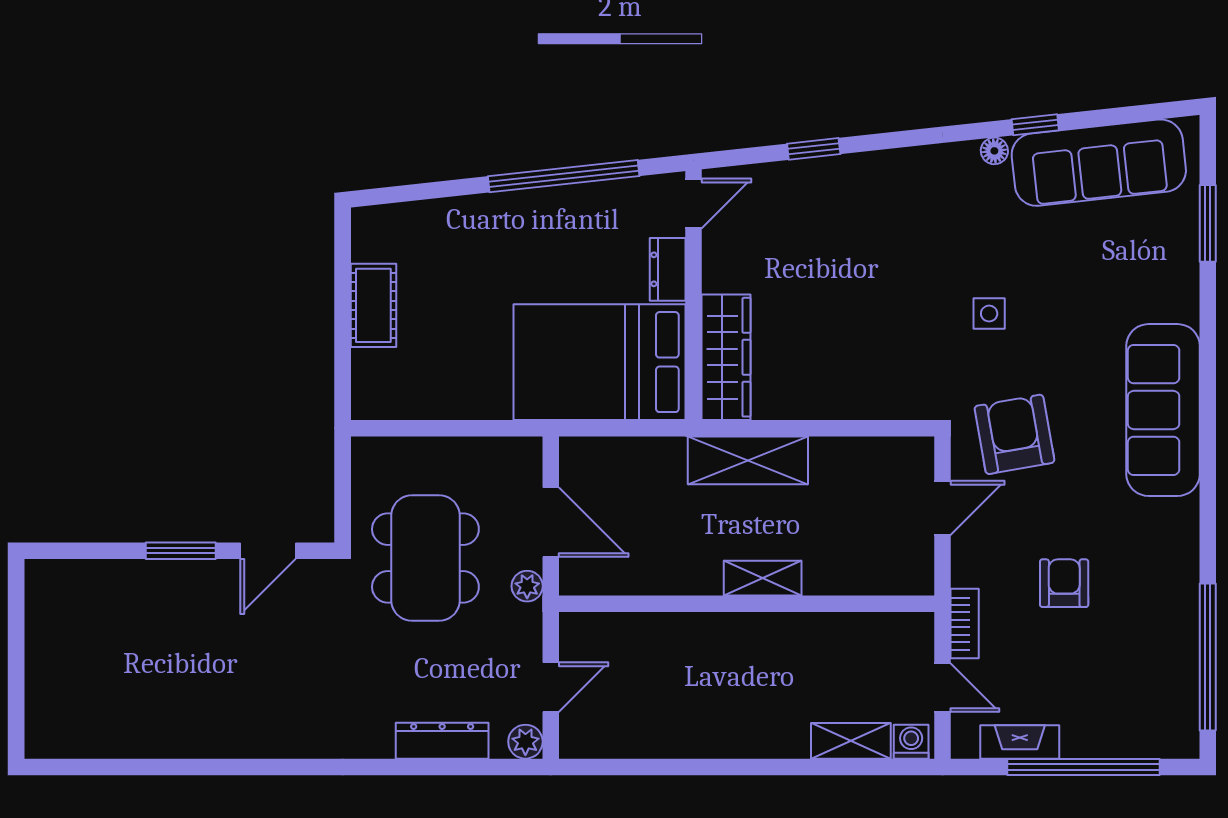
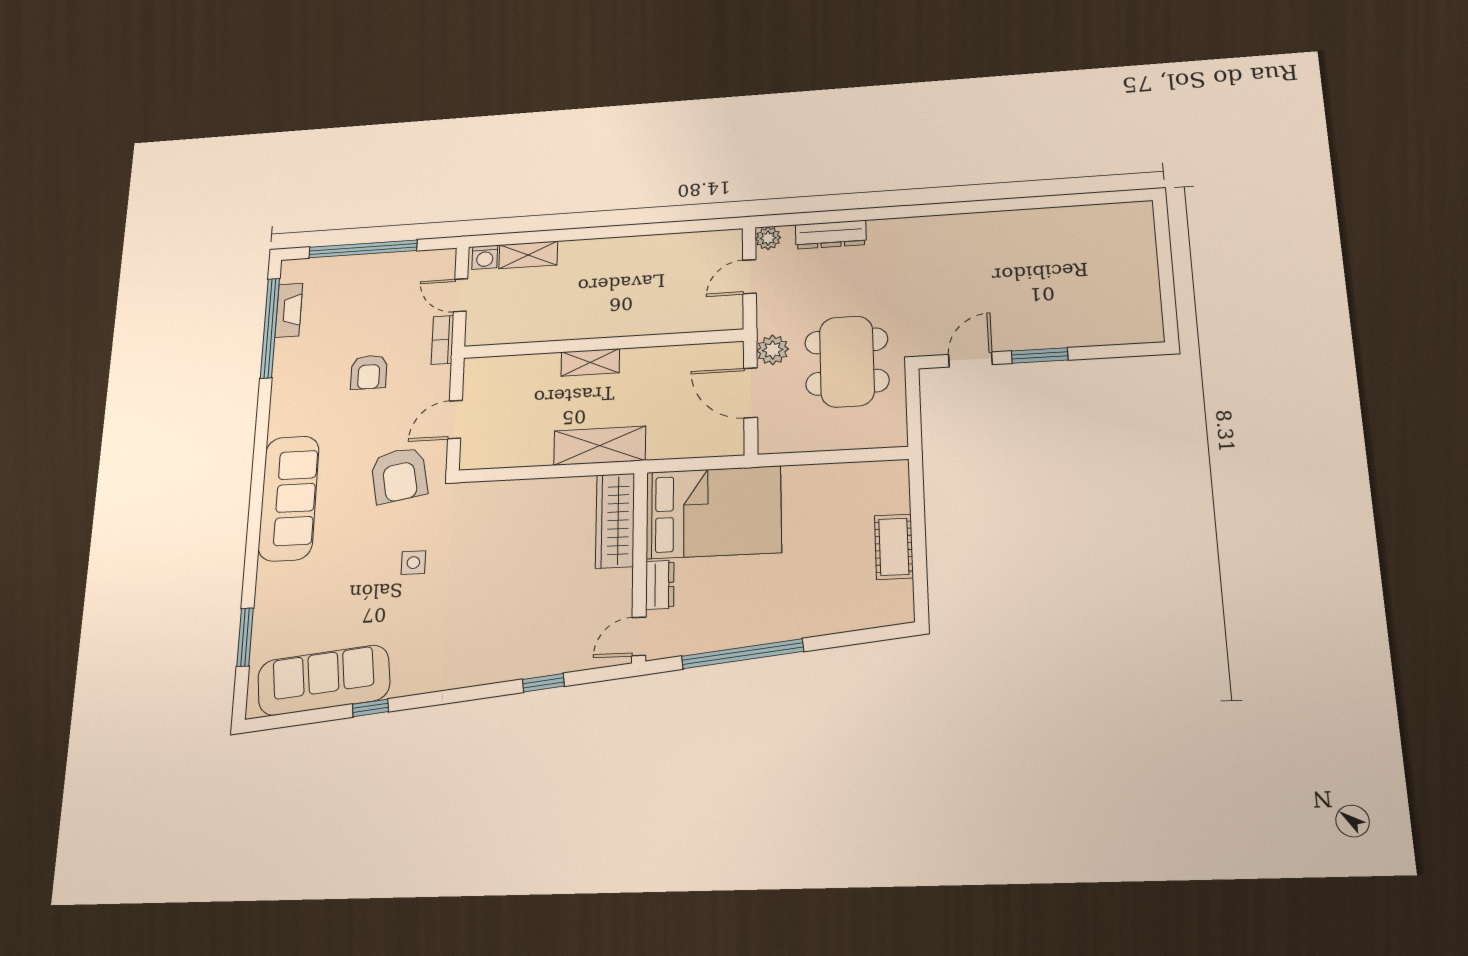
floor lamp: (994, 151) -> (403, 686), removed
plant: (527, 586) -> (773, 350), width x1.38, depth x1.38
fireplace: (1020, 742) -> (289, 310), moved, turned -90

